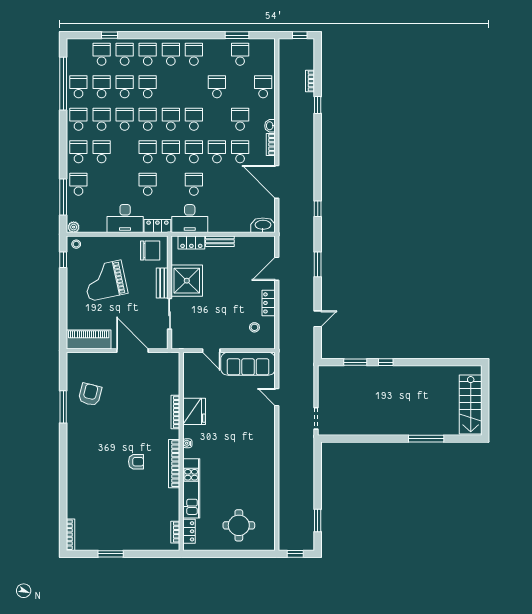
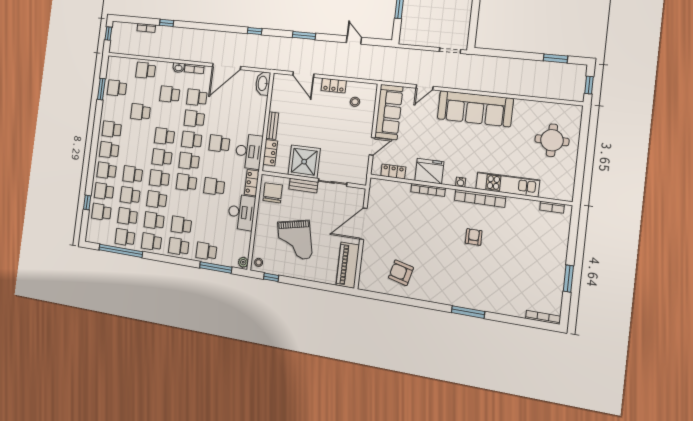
window: (63, 407) -> (468, 312), moved
sofa: (261, 449) -> (475, 109), added
locker: (189, 531) -> (393, 171), moved

